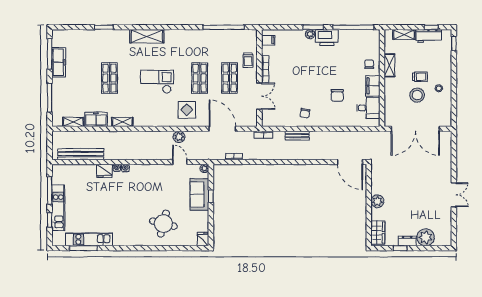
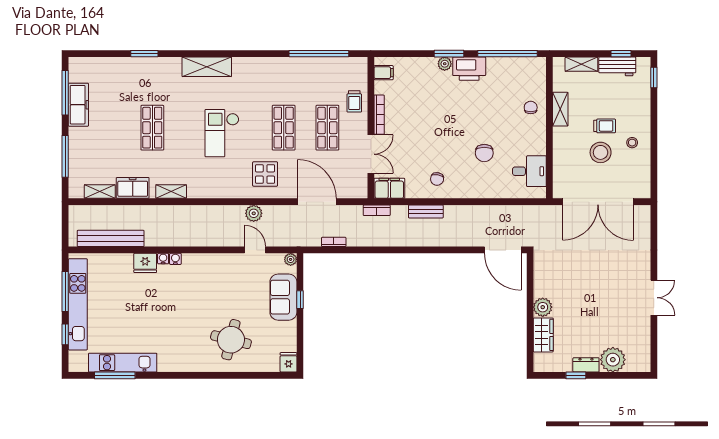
checkout: (157, 82) -> (222, 133), turned -90
filing cabinet: (373, 86) -> (389, 188), moved, turned 90
kitchen unit: (58, 208) -> (78, 304), width x1.36
wardrobe: (378, 233) -> (543, 335), moved

